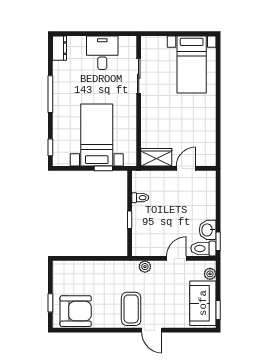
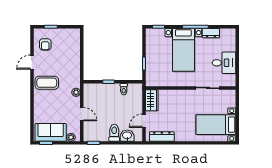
dresser: (59, 48) -> (211, 33), moved
bed with nightstands: (97, 135) -> (183, 50), moved, turned 90
dresser: (209, 143) -> (162, 137), added
door: (186, 168) -> (144, 121), swing flipped
washbasin: (208, 230) -> (127, 136), moved
toilet: (203, 248) -> (114, 133), moved
armchair: (76, 311) -> (45, 44), width x0.53, depth x0.53
door: (152, 330) -> (32, 62), moved

